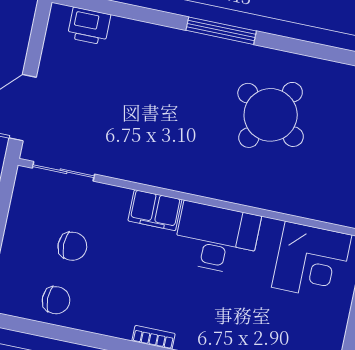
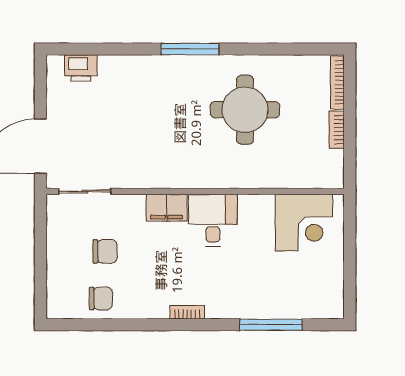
round table: (271, 115) -> (245, 110), turned -32
desk: (217, 238) -> (213, 220), width x0.73

